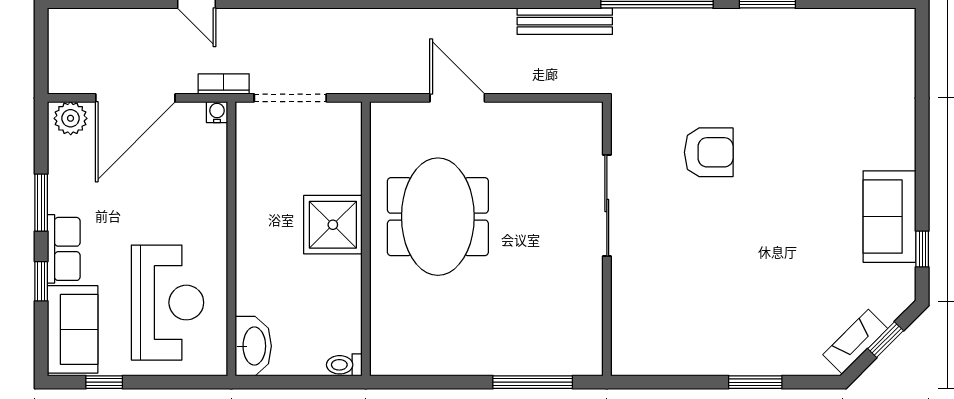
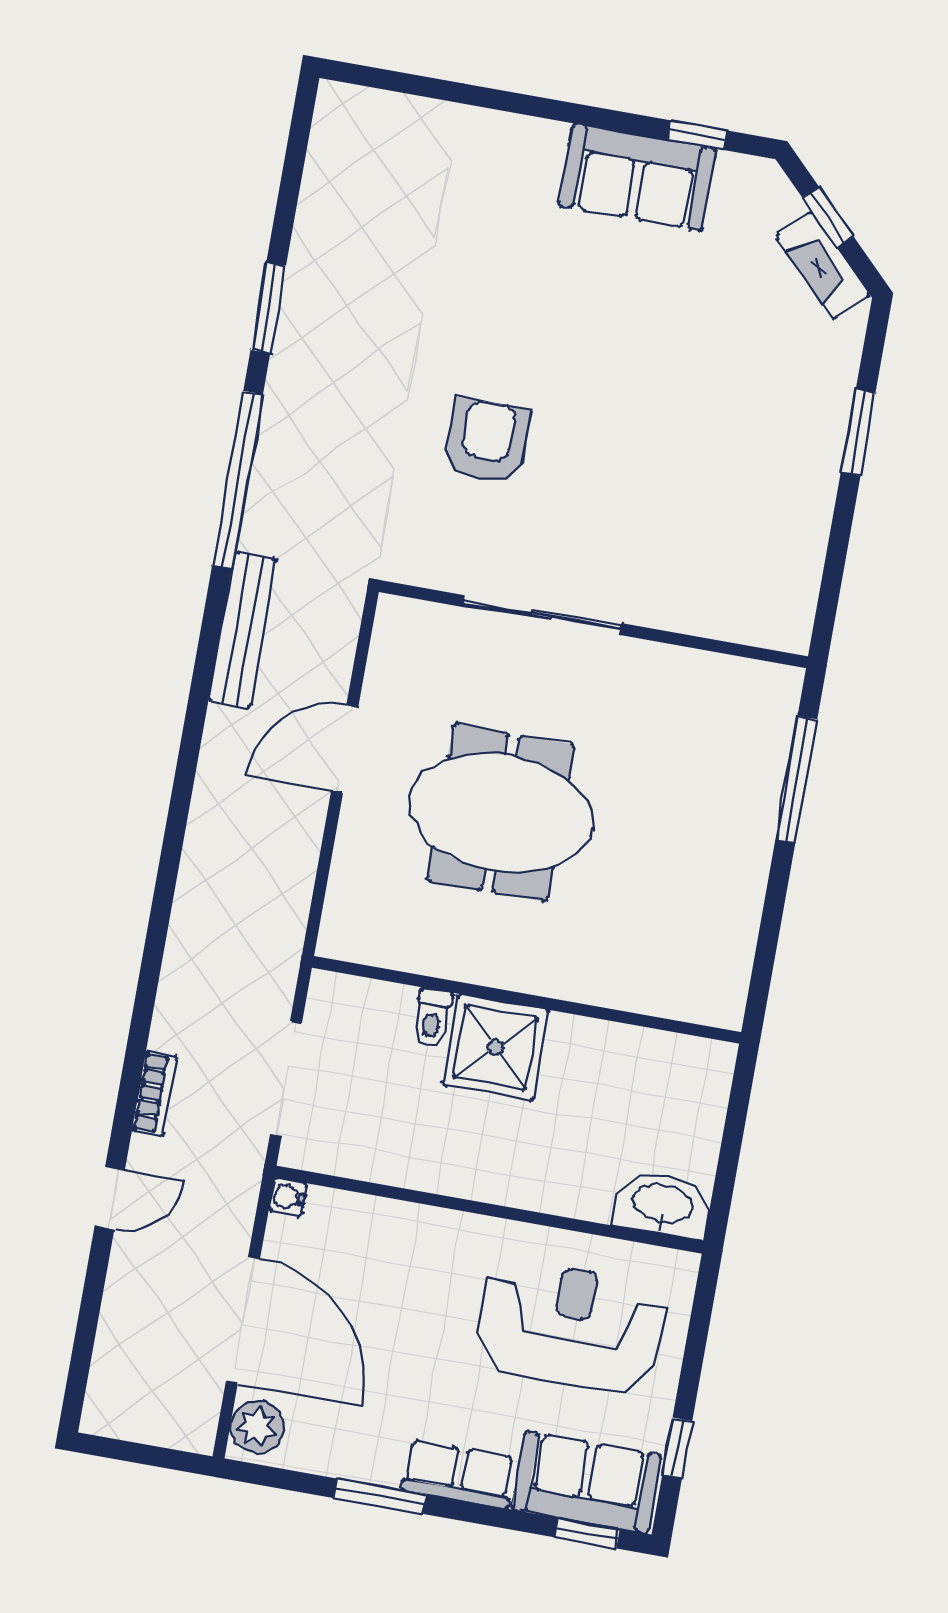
bookcase: (224, 84) -> (155, 1093), moved, turned 180
door: (457, 98) -> (345, 749), moved
meeting table: (438, 217) -> (501, 813), moved
window: (41, 281) -> (587, 1533), moved
toilet: (344, 365) -> (432, 1018), moved

